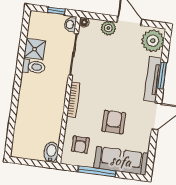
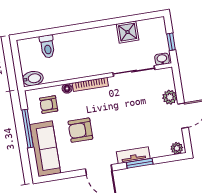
floor lamp: (84, 22) -> (67, 88), moved
plant: (153, 41) -> (177, 148), width x0.53, depth x0.53
toilet: (34, 67) -> (47, 46), moved
tv unit: (153, 79) -> (133, 155), width x0.71
armchair: (114, 122) -> (80, 130), turned 180

